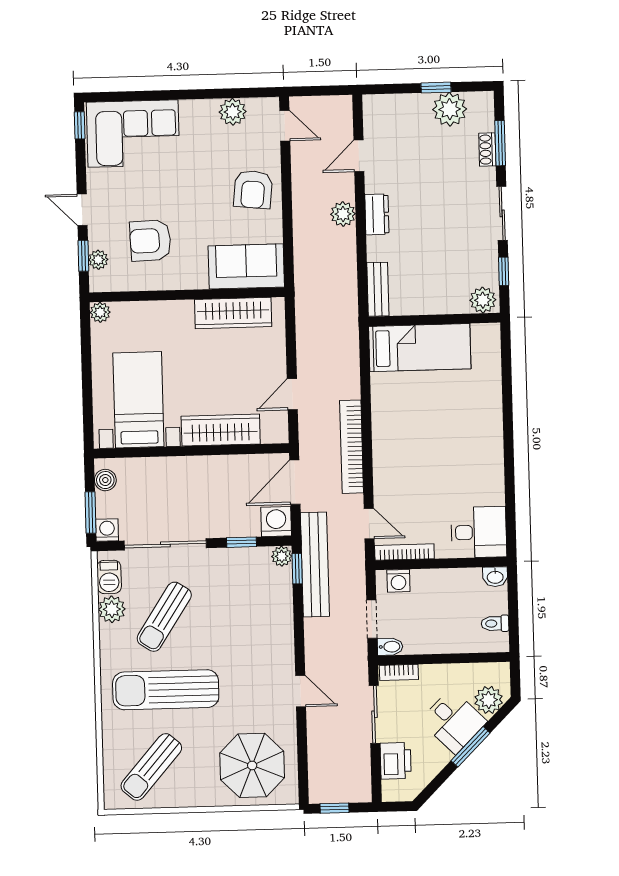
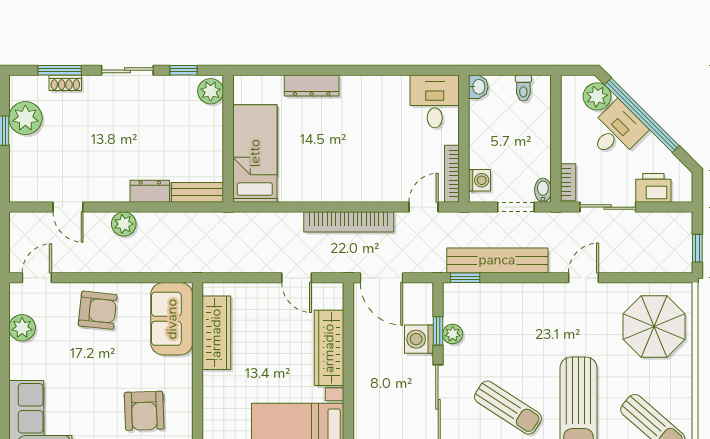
dresser: (377, 214) -> (150, 191), moved
dresser: (492, 404) -> (312, 86), added
washing machine: (276, 522) -> (419, 339), moved
plant: (282, 556) -> (453, 334), moved
bench: (315, 564) -> (497, 260), moved
window: (471, 747) -> (642, 115), width x2.11

